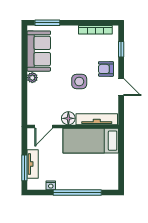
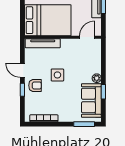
window: (121, 49) -> (22, 90), moved
window: (24, 61) -> (103, 92), added
floor lamp: (68, 118) -> (67, 44), removed
bed: (91, 141) -> (48, 20), width x1.50

